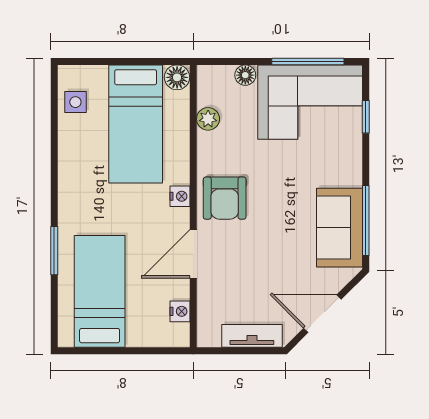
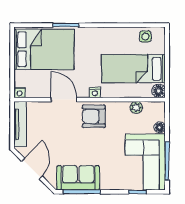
bed: (100, 291) -> (44, 49), width x1.50
nightstand: (180, 311) -> (20, 92), moved
tv unit: (252, 336) -> (20, 124), width x1.41

